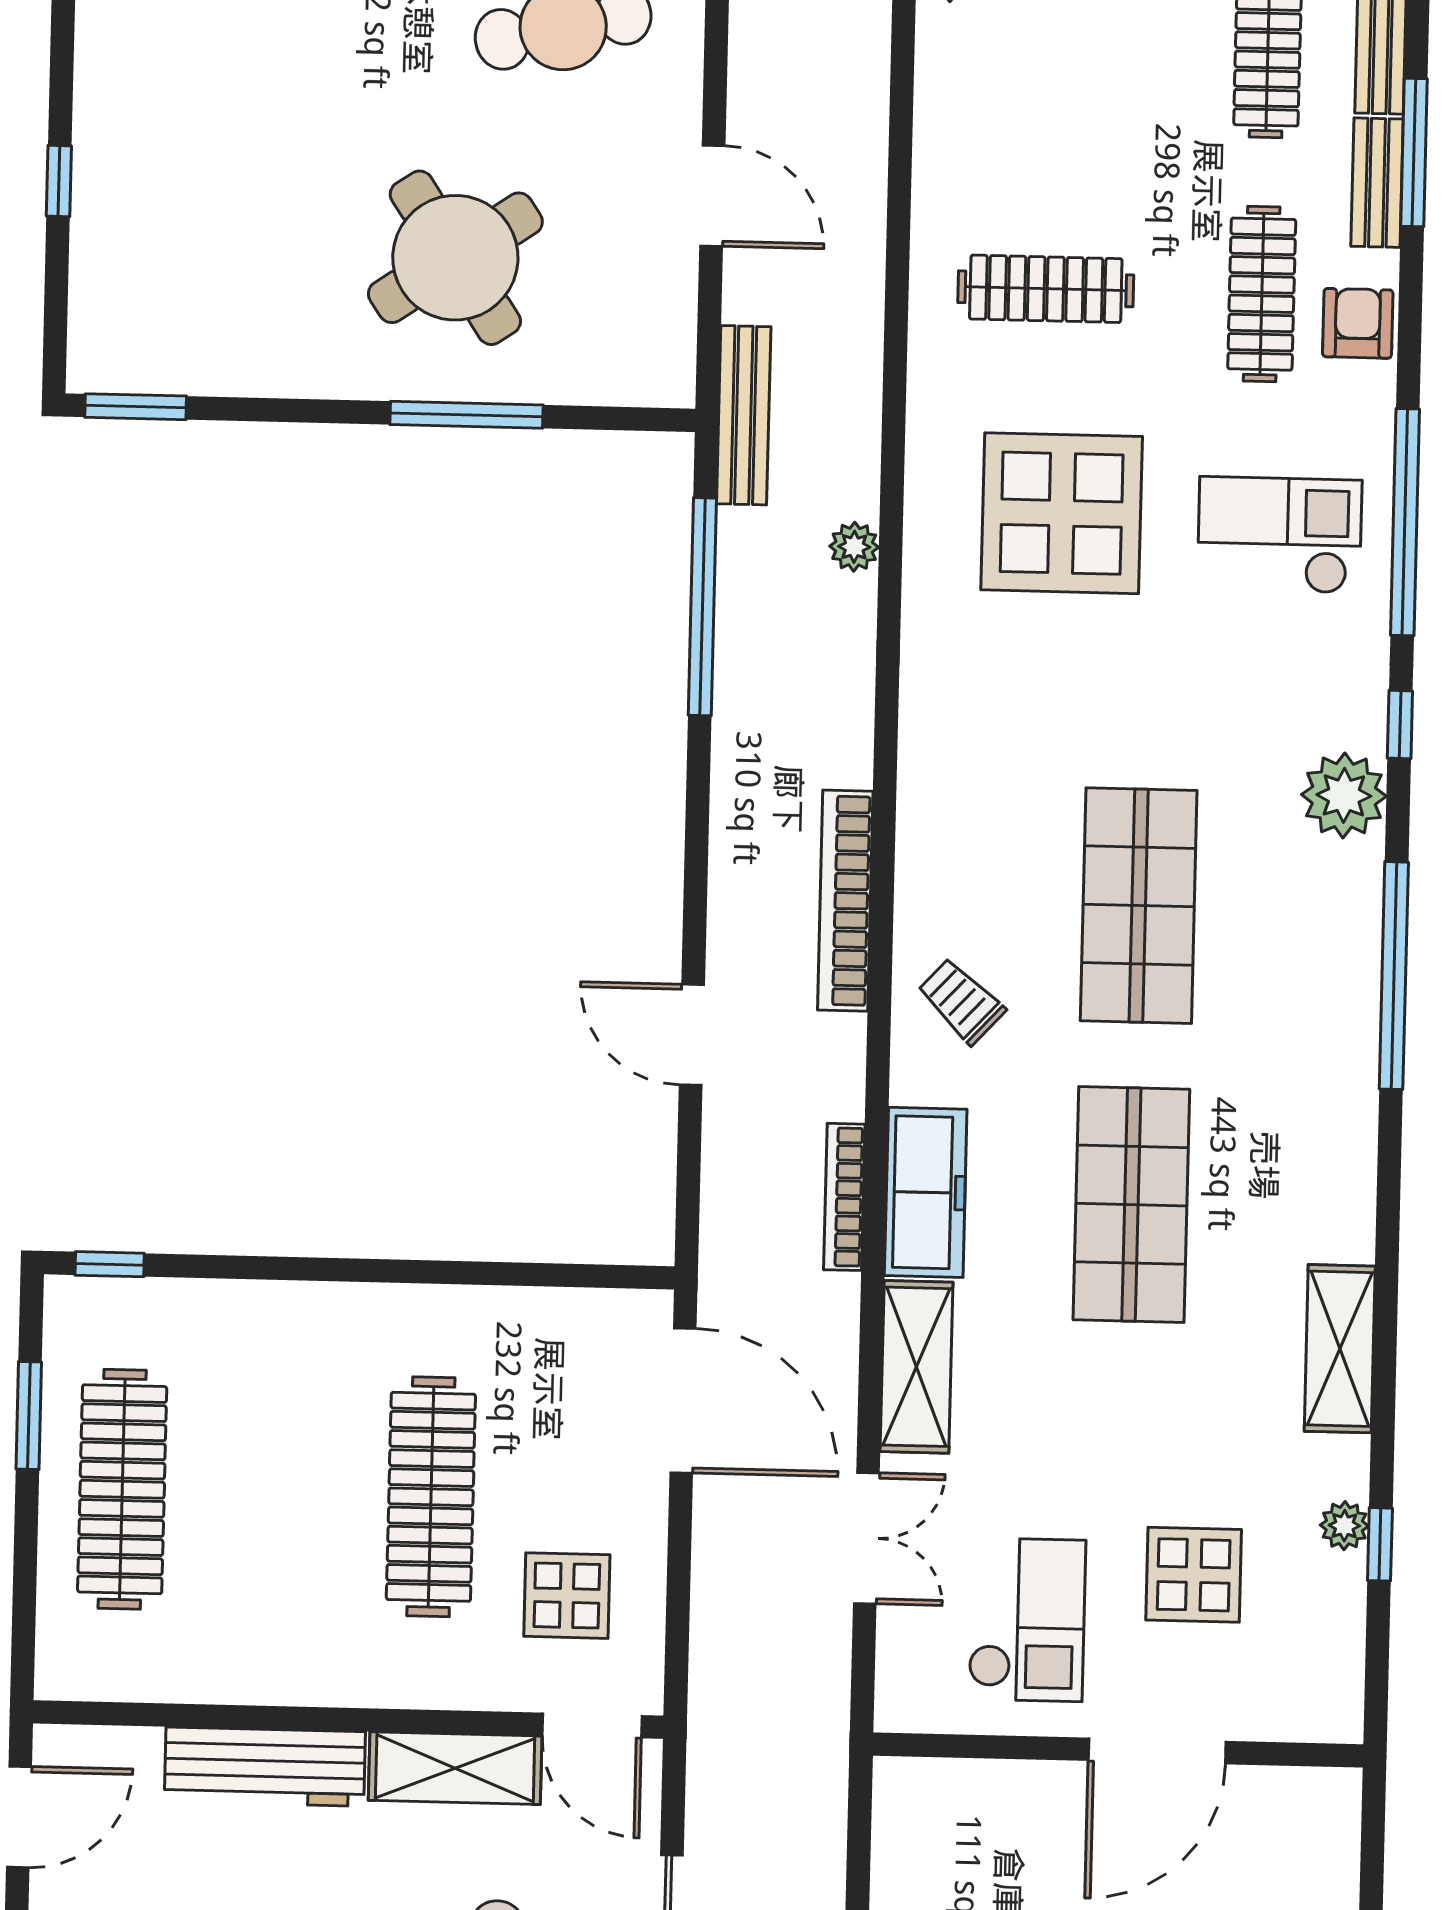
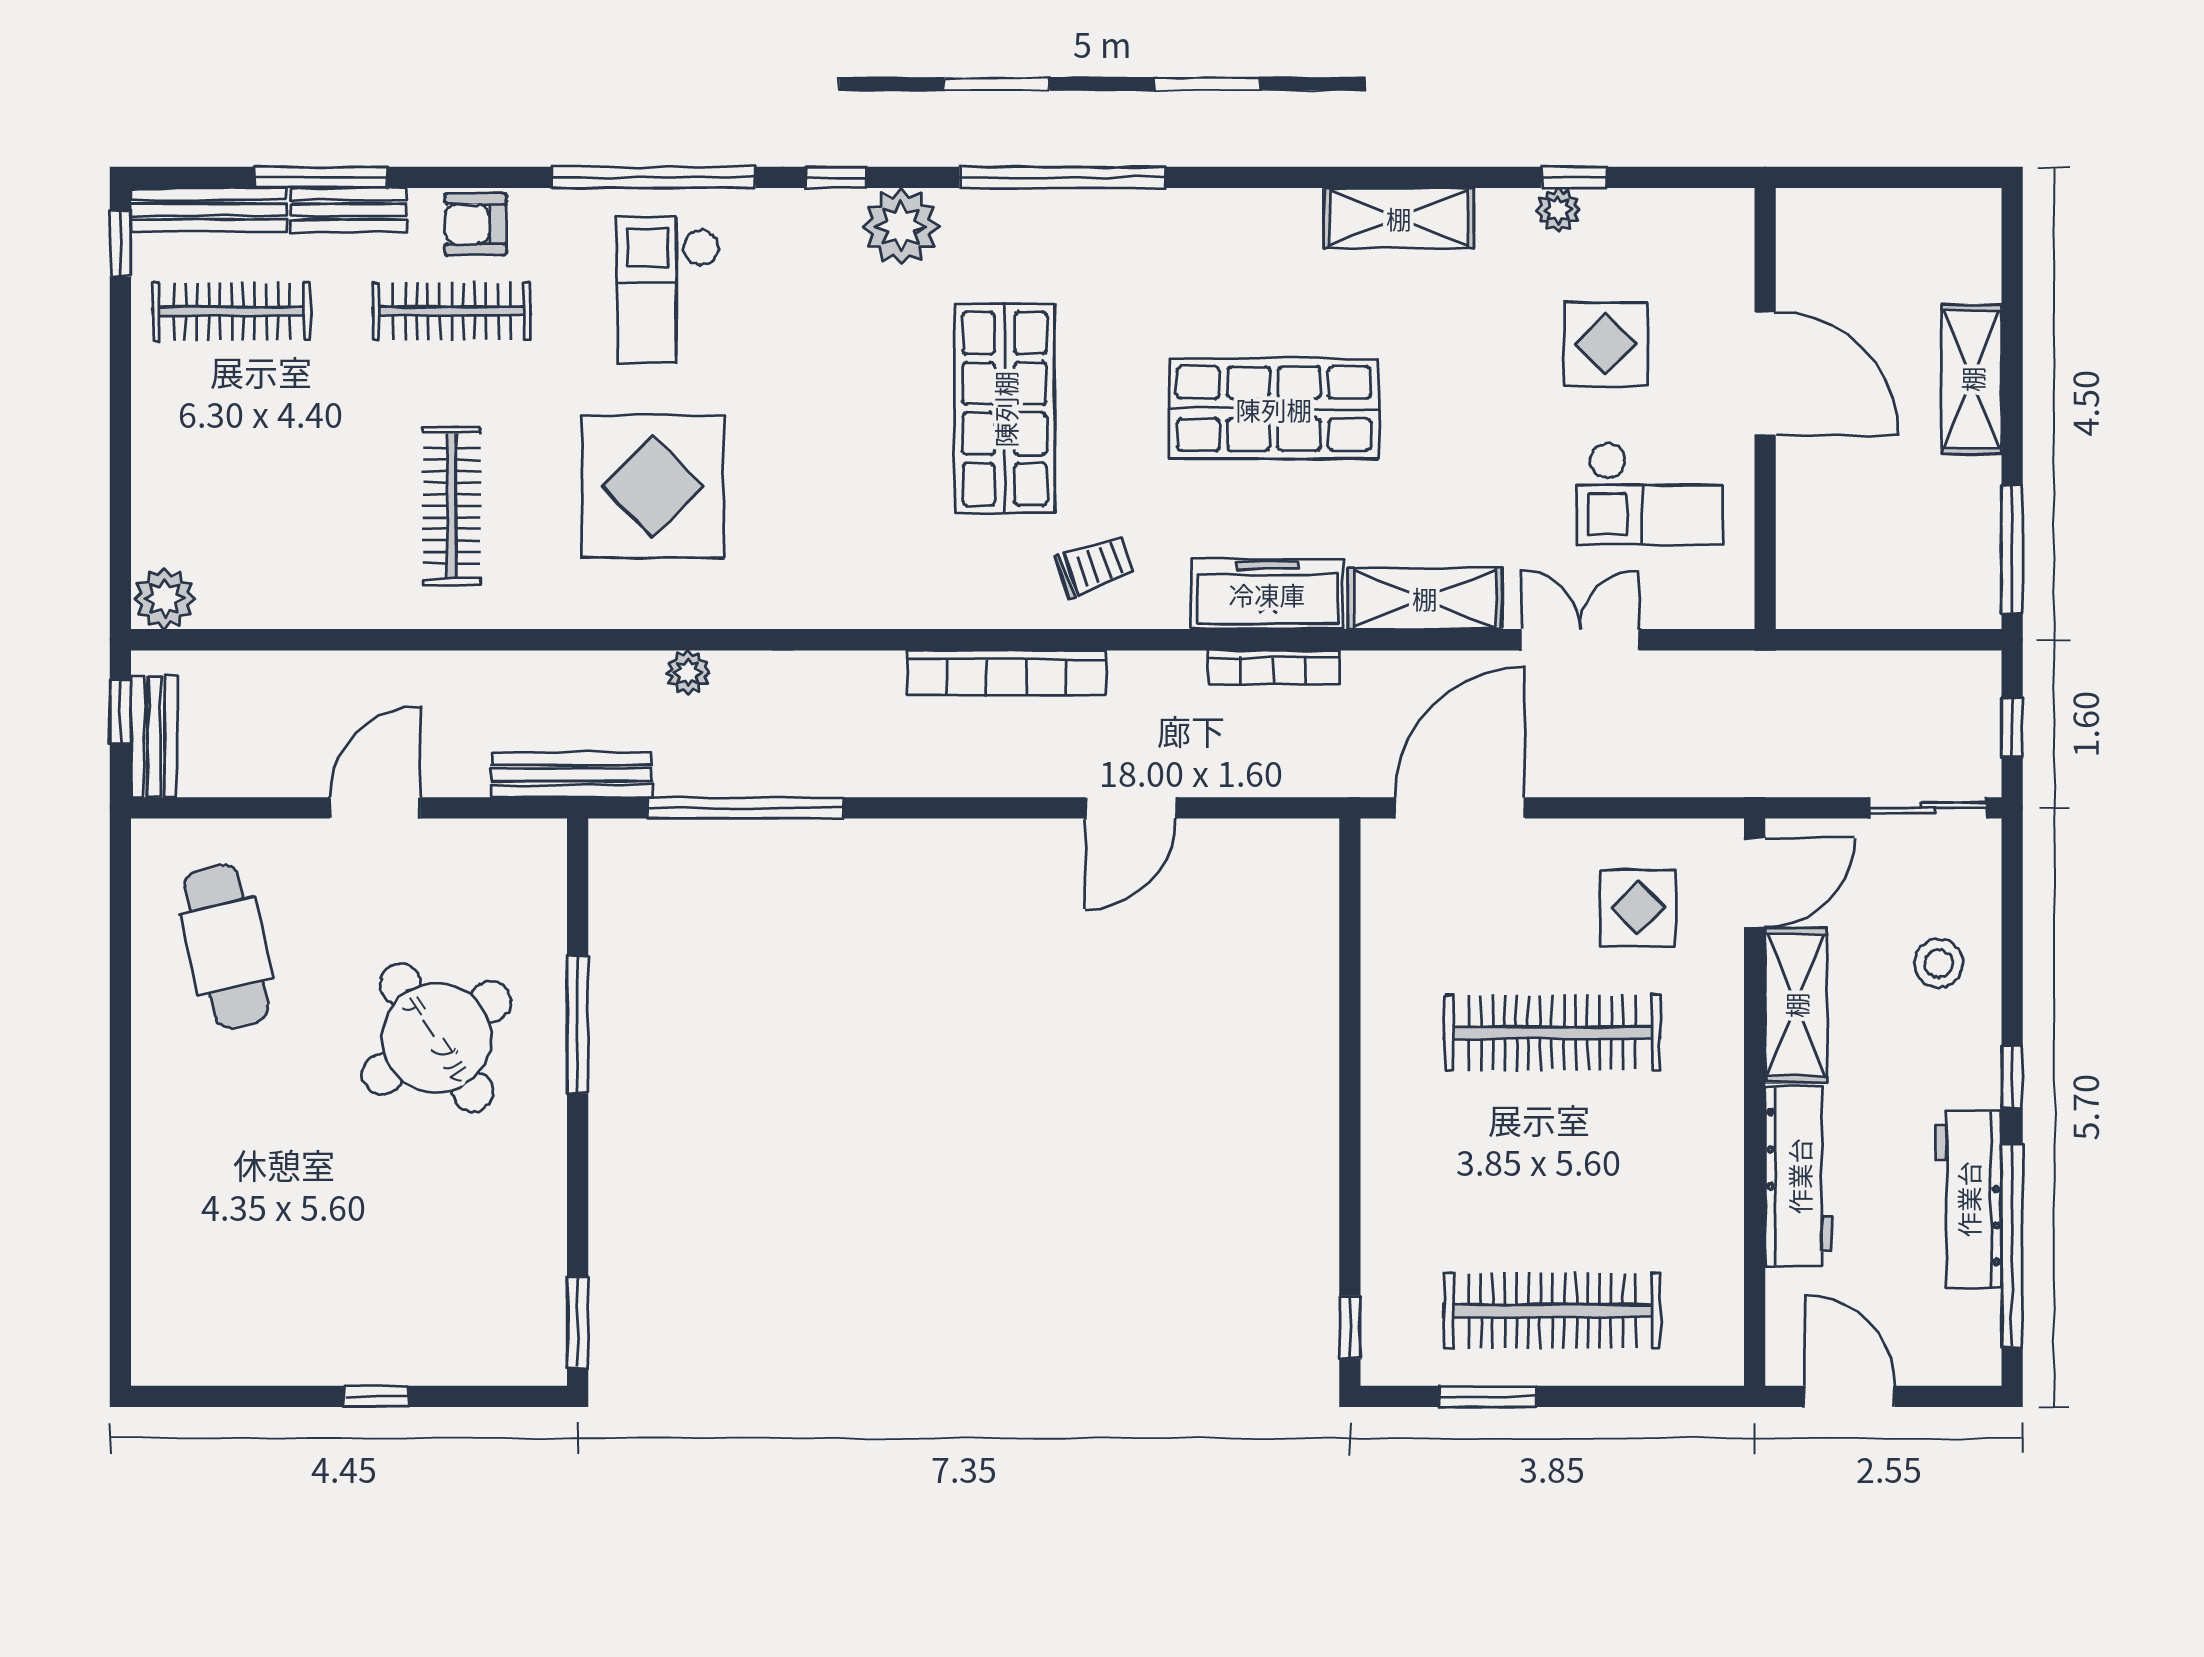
shop shelf: (1139, 906) -> (1005, 409), turned 90
trolley: (961, 1001) -> (1095, 566), turned -153
checkout: (1027, 1620) -> (1650, 493), turned 180

